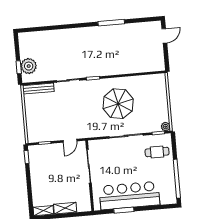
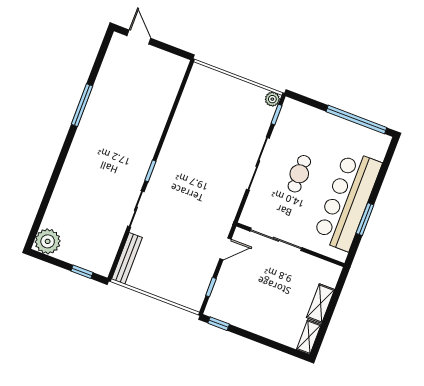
plant: (29, 66) -> (48, 241), moved
parasol: (118, 104) -> (205, 152), removed
door: (70, 141) -> (225, 249), hinge flipped
cafe table: (157, 152) -> (299, 174), moved

